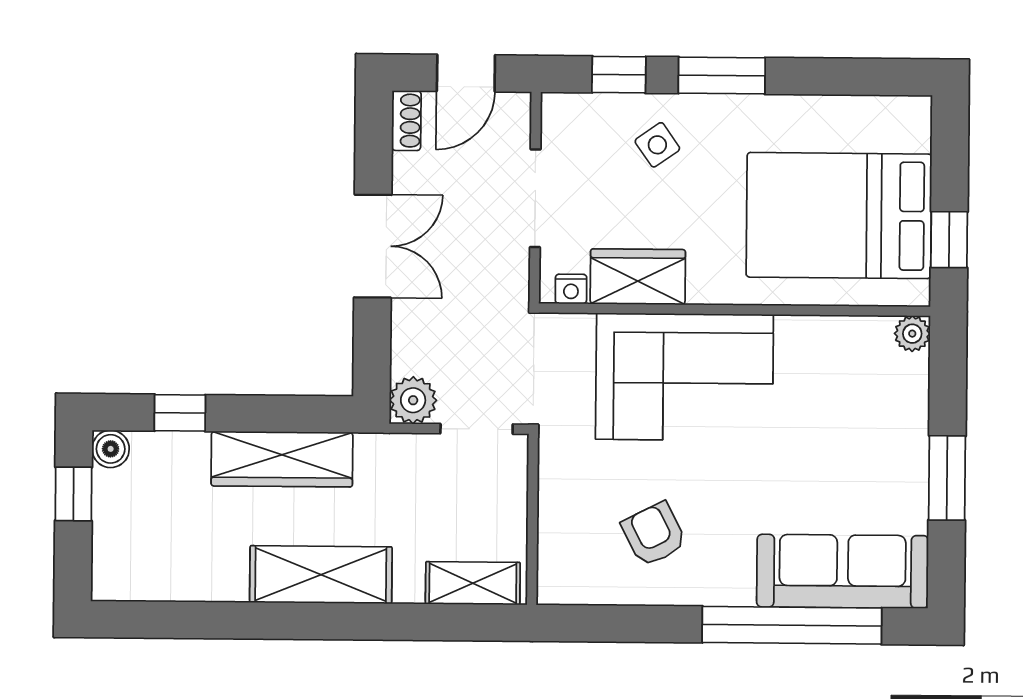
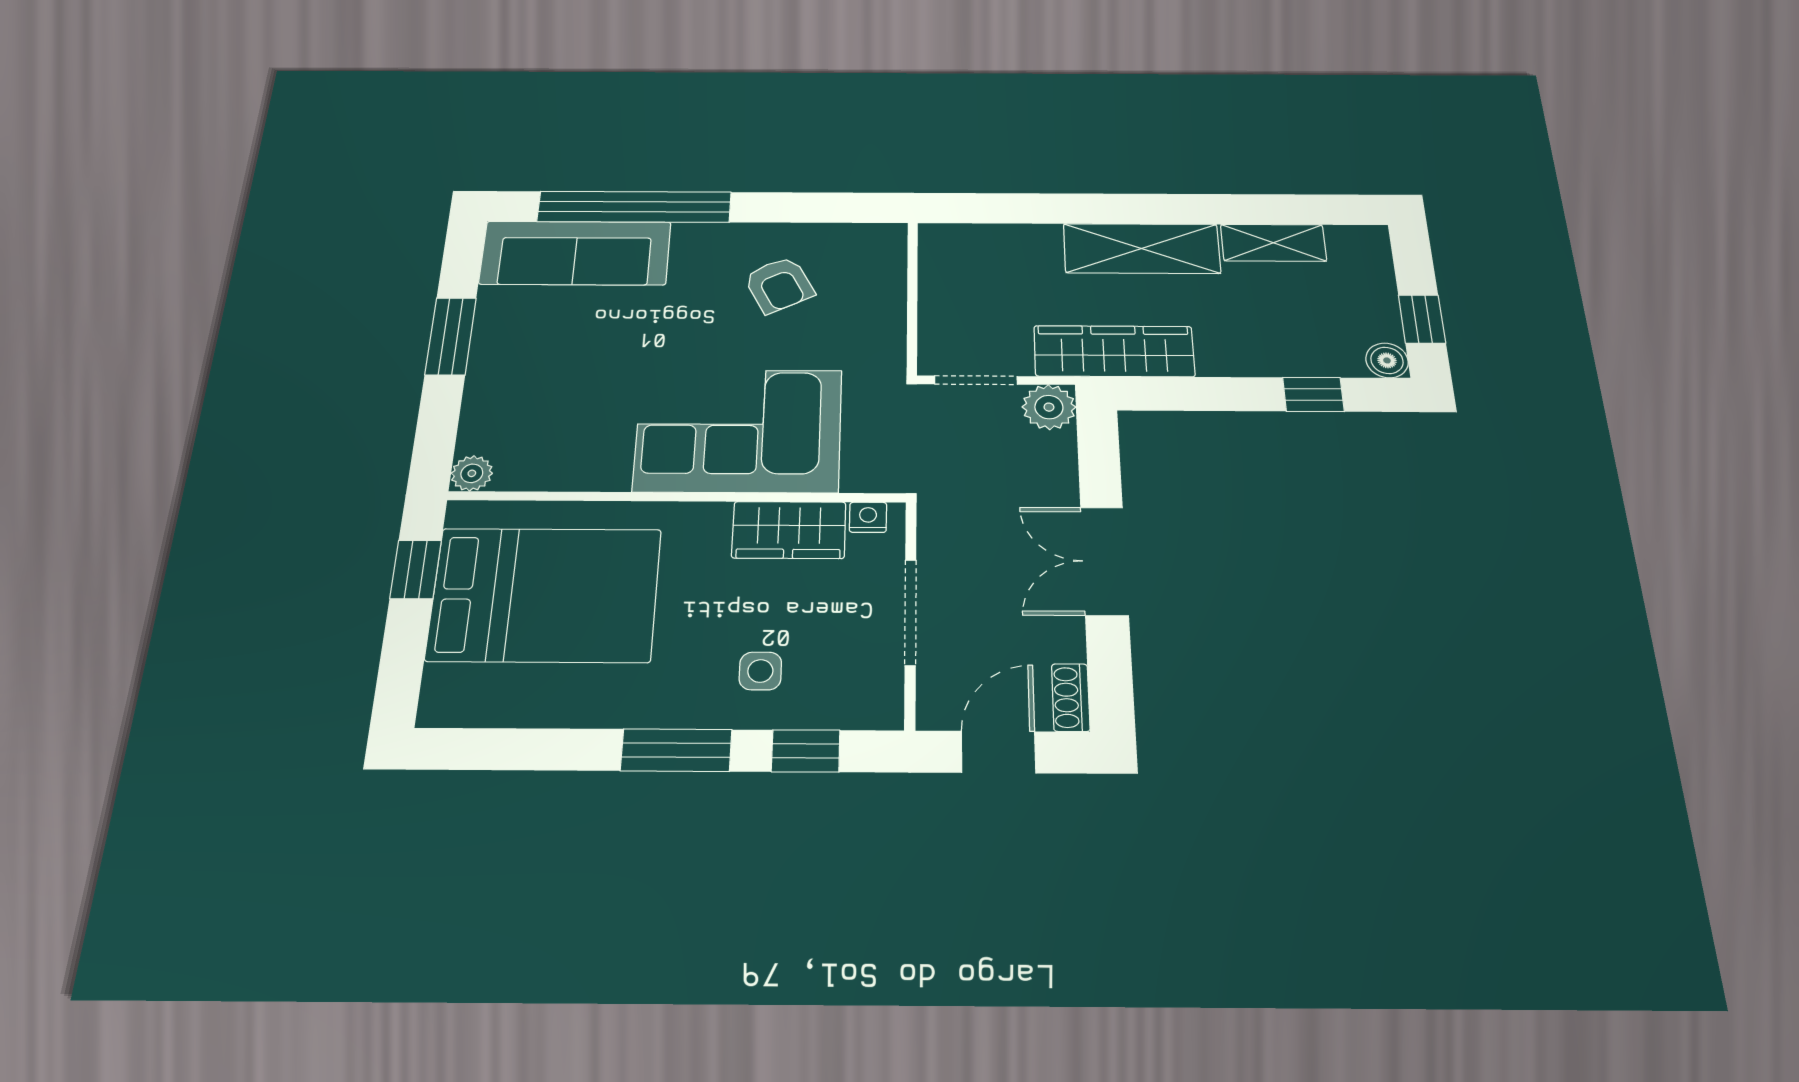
side table: (657, 145) -> (760, 671), turned 35
wardrobe: (282, 459) -> (1114, 351), moved
shelving: (473, 583) -> (1273, 243), moved

